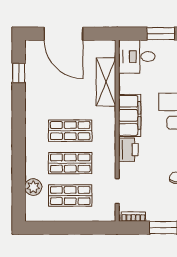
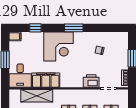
filing cabinet: (130, 115) -> (46, 80), moved
printer: (129, 150) -> (91, 81), moved

